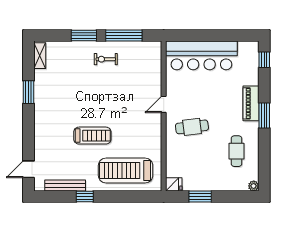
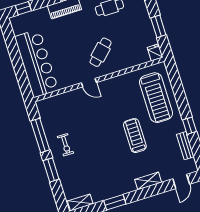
cafe table: (192, 127) -> (101, 52), turned 53
shelving: (40, 135) -> (148, 181), added
door: (29, 169) -> (181, 181), hinge flipped
bench: (65, 186) -> (185, 146), width x0.73

